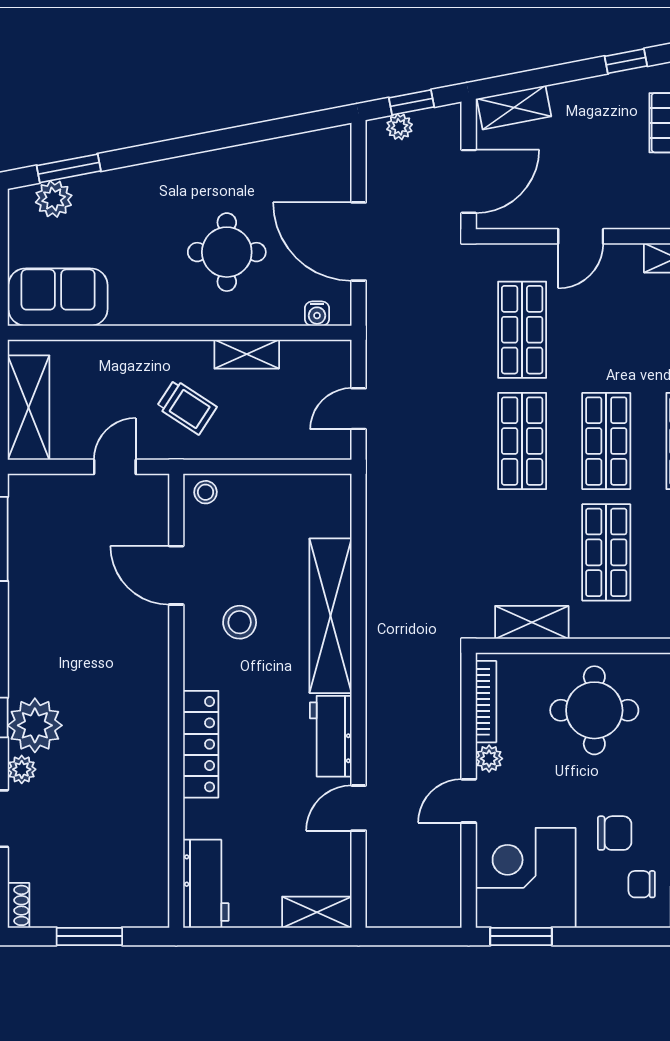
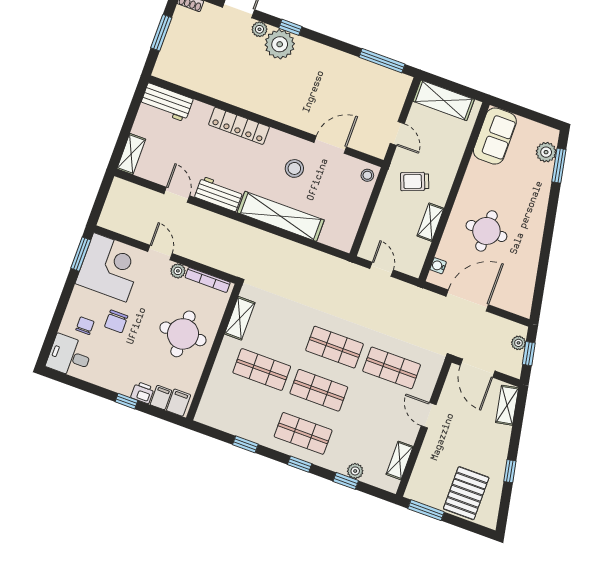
trolley: (187, 407) -> (415, 181), turned 36

